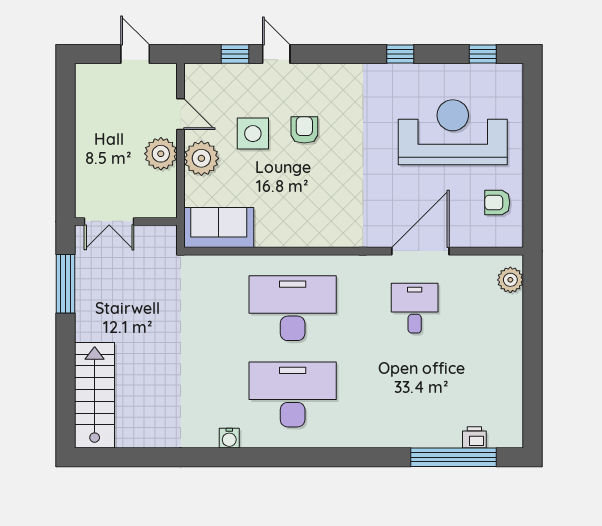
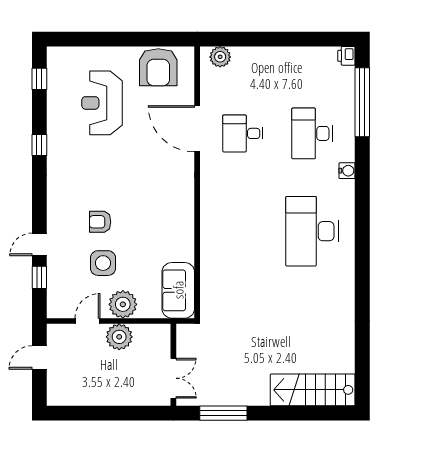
reception desk: (453, 132) -> (102, 103), width x0.74, depth x0.77
armchair: (497, 203) -> (158, 67), width x1.88, depth x1.88
desk: (293, 308) -> (312, 133), moved, width x0.73, depth x0.77
printer: (474, 437) -> (346, 56), moved
water cooler: (229, 438) -> (347, 171), moved

